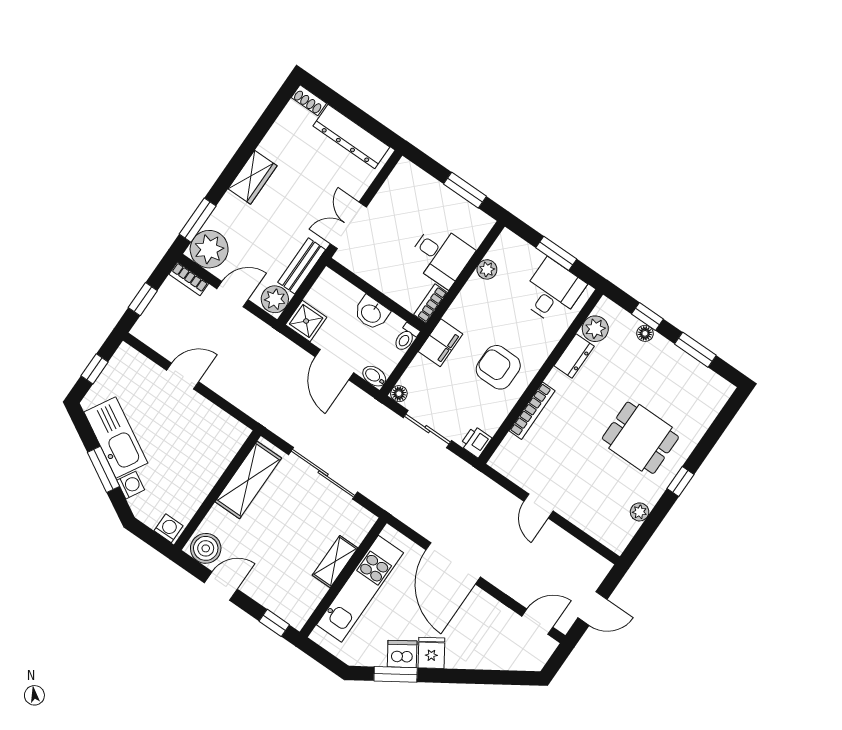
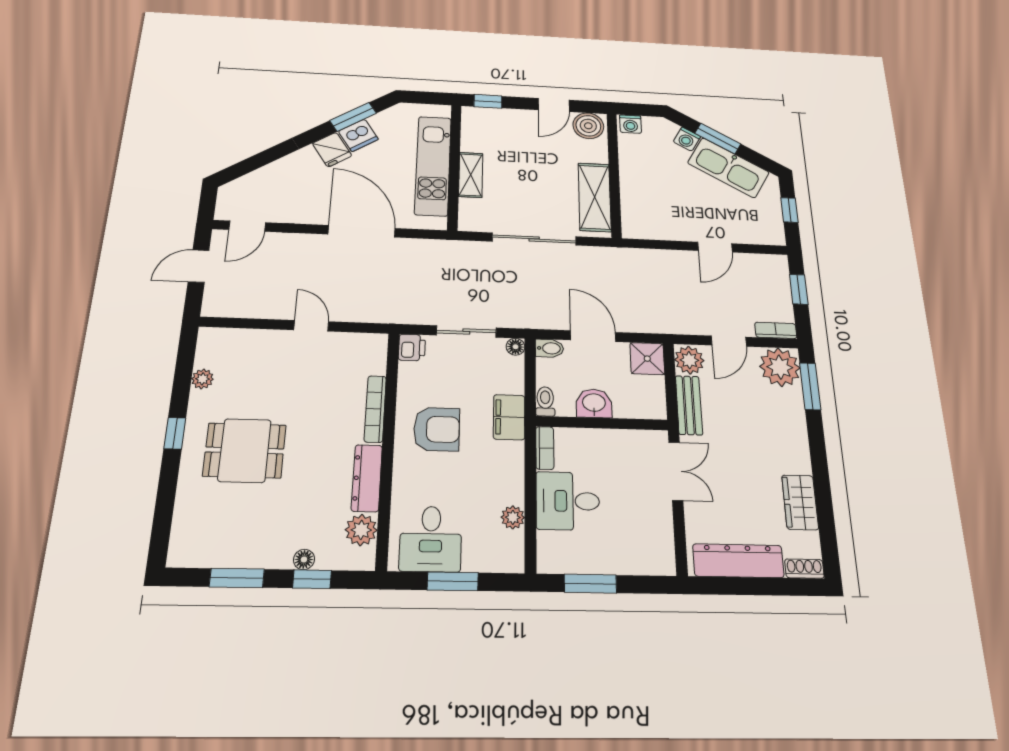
wardrobe: (253, 177) -> (800, 502), moved
dresser: (574, 356) -> (367, 478), width x1.44

